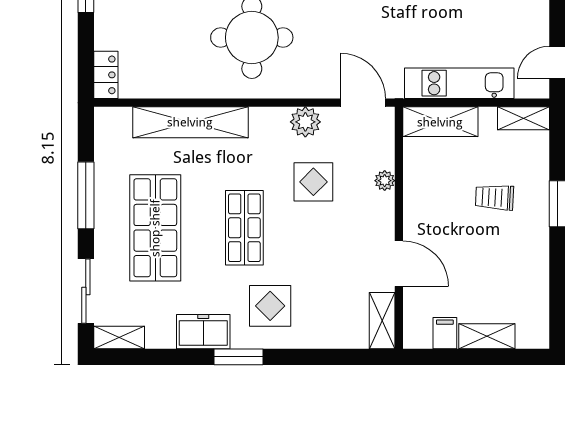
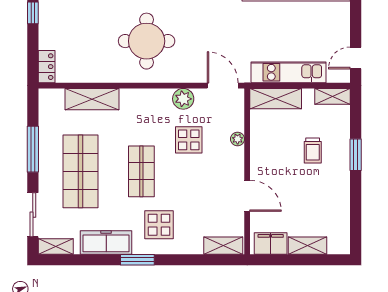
shelving: (190, 122) -> (92, 99), width x0.68
trolley: (494, 197) -> (313, 151), turned -93
shelving: (382, 321) -> (223, 246), moved, turned 90
freezer: (203, 332) -> (106, 242), width x1.40
filing cabinet: (445, 333) -> (271, 243), width x2.00

